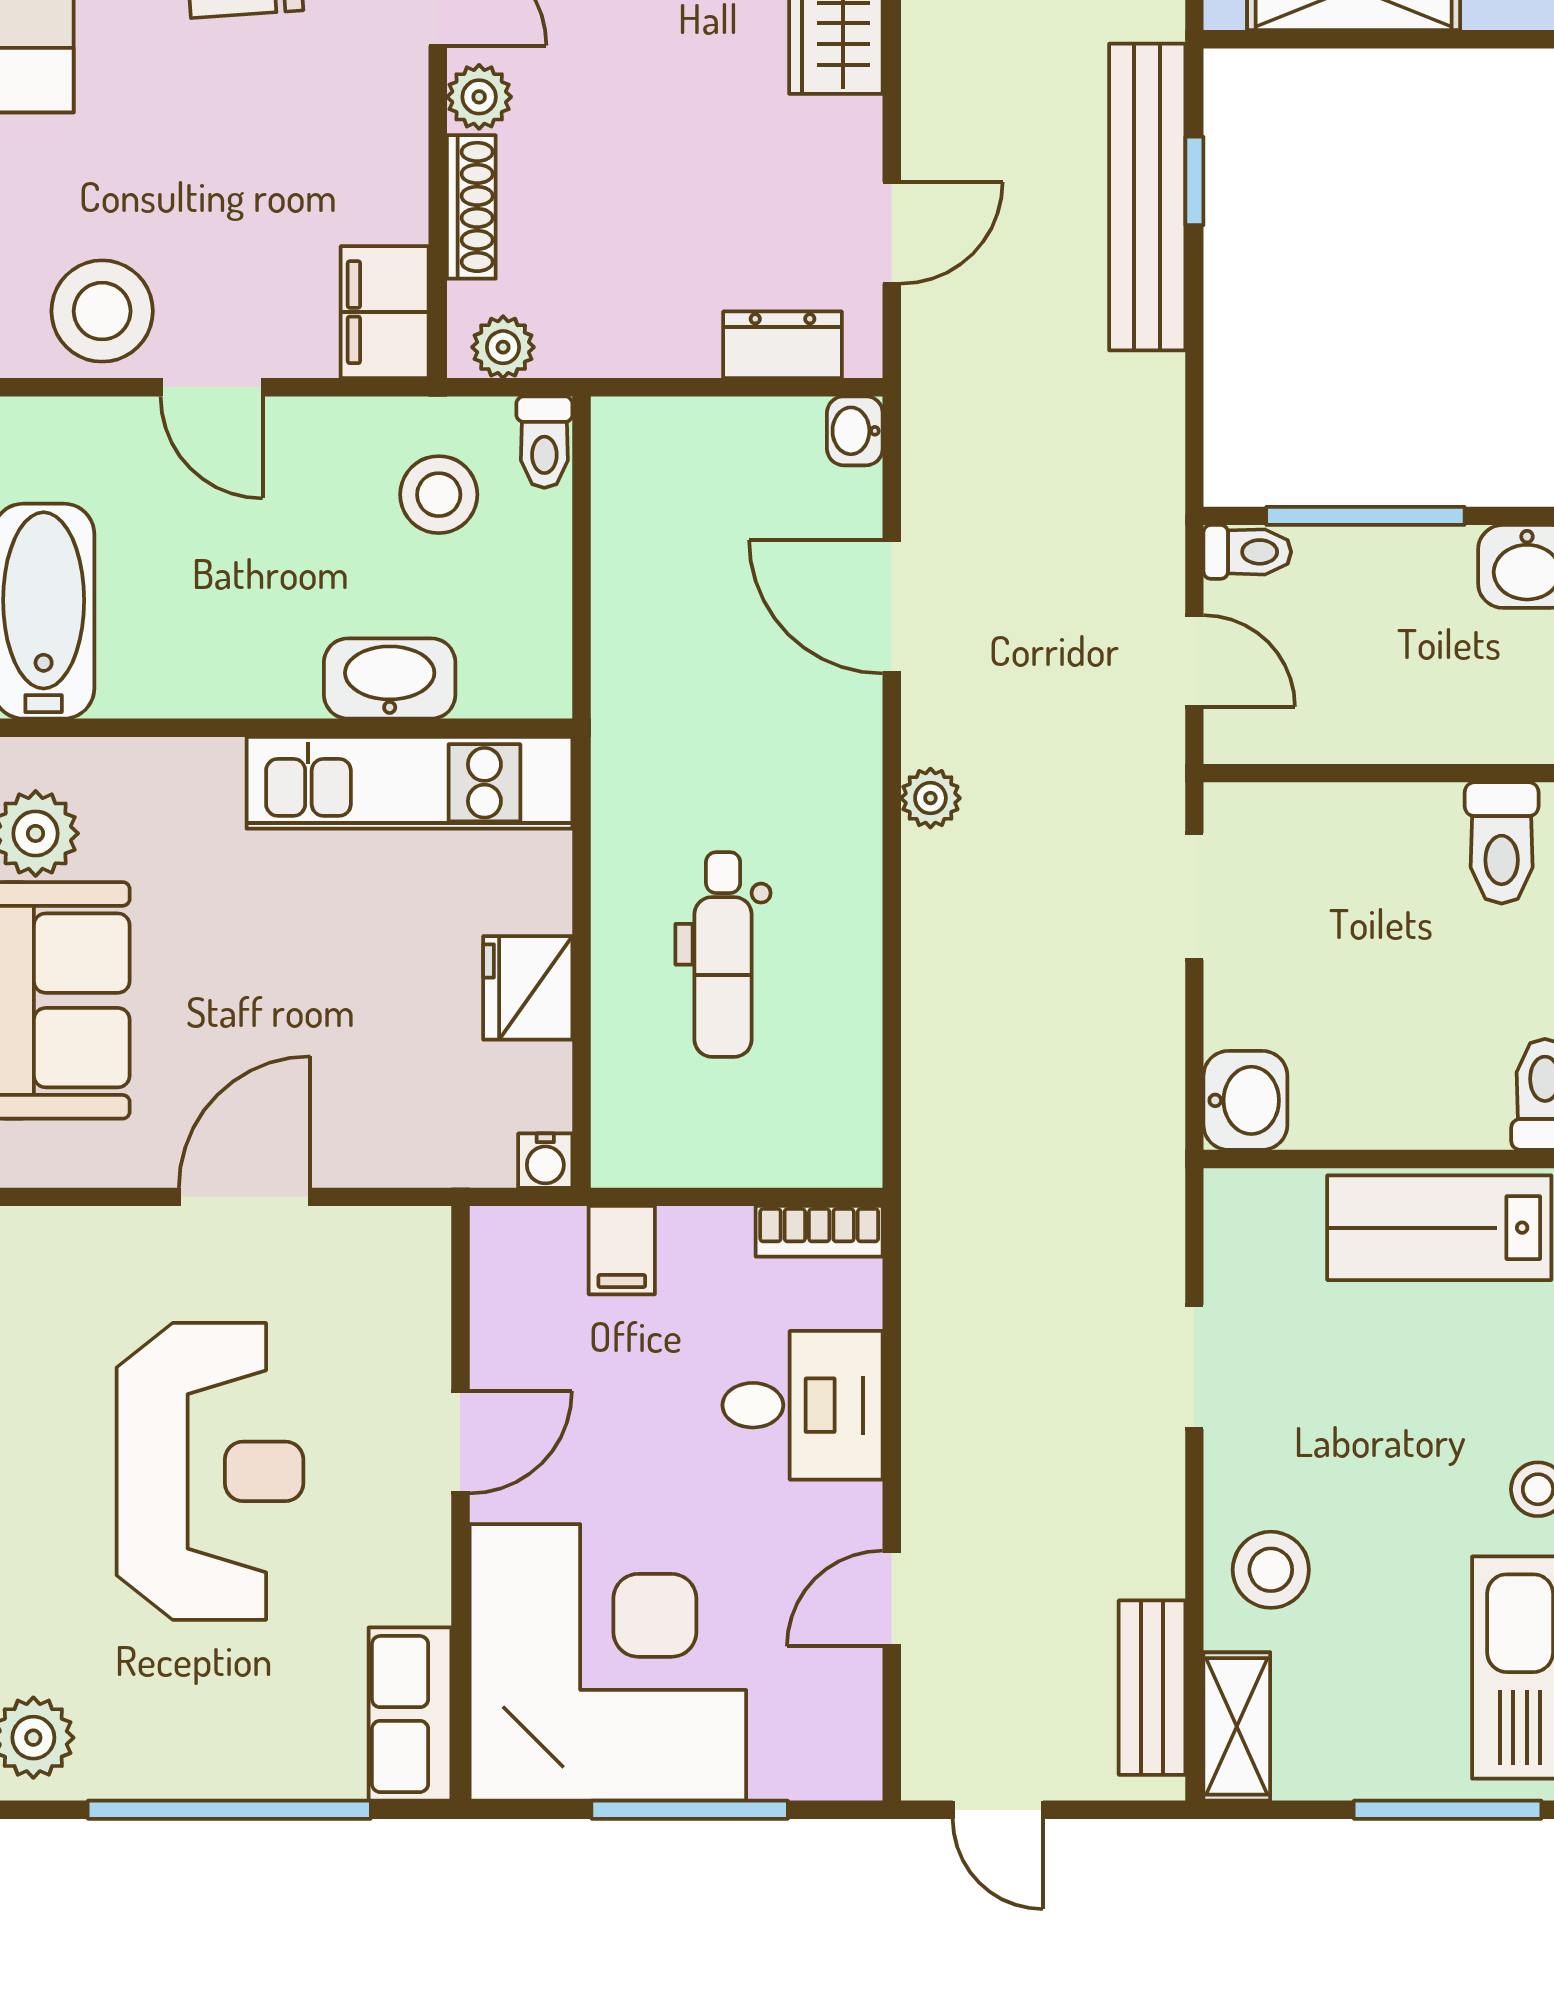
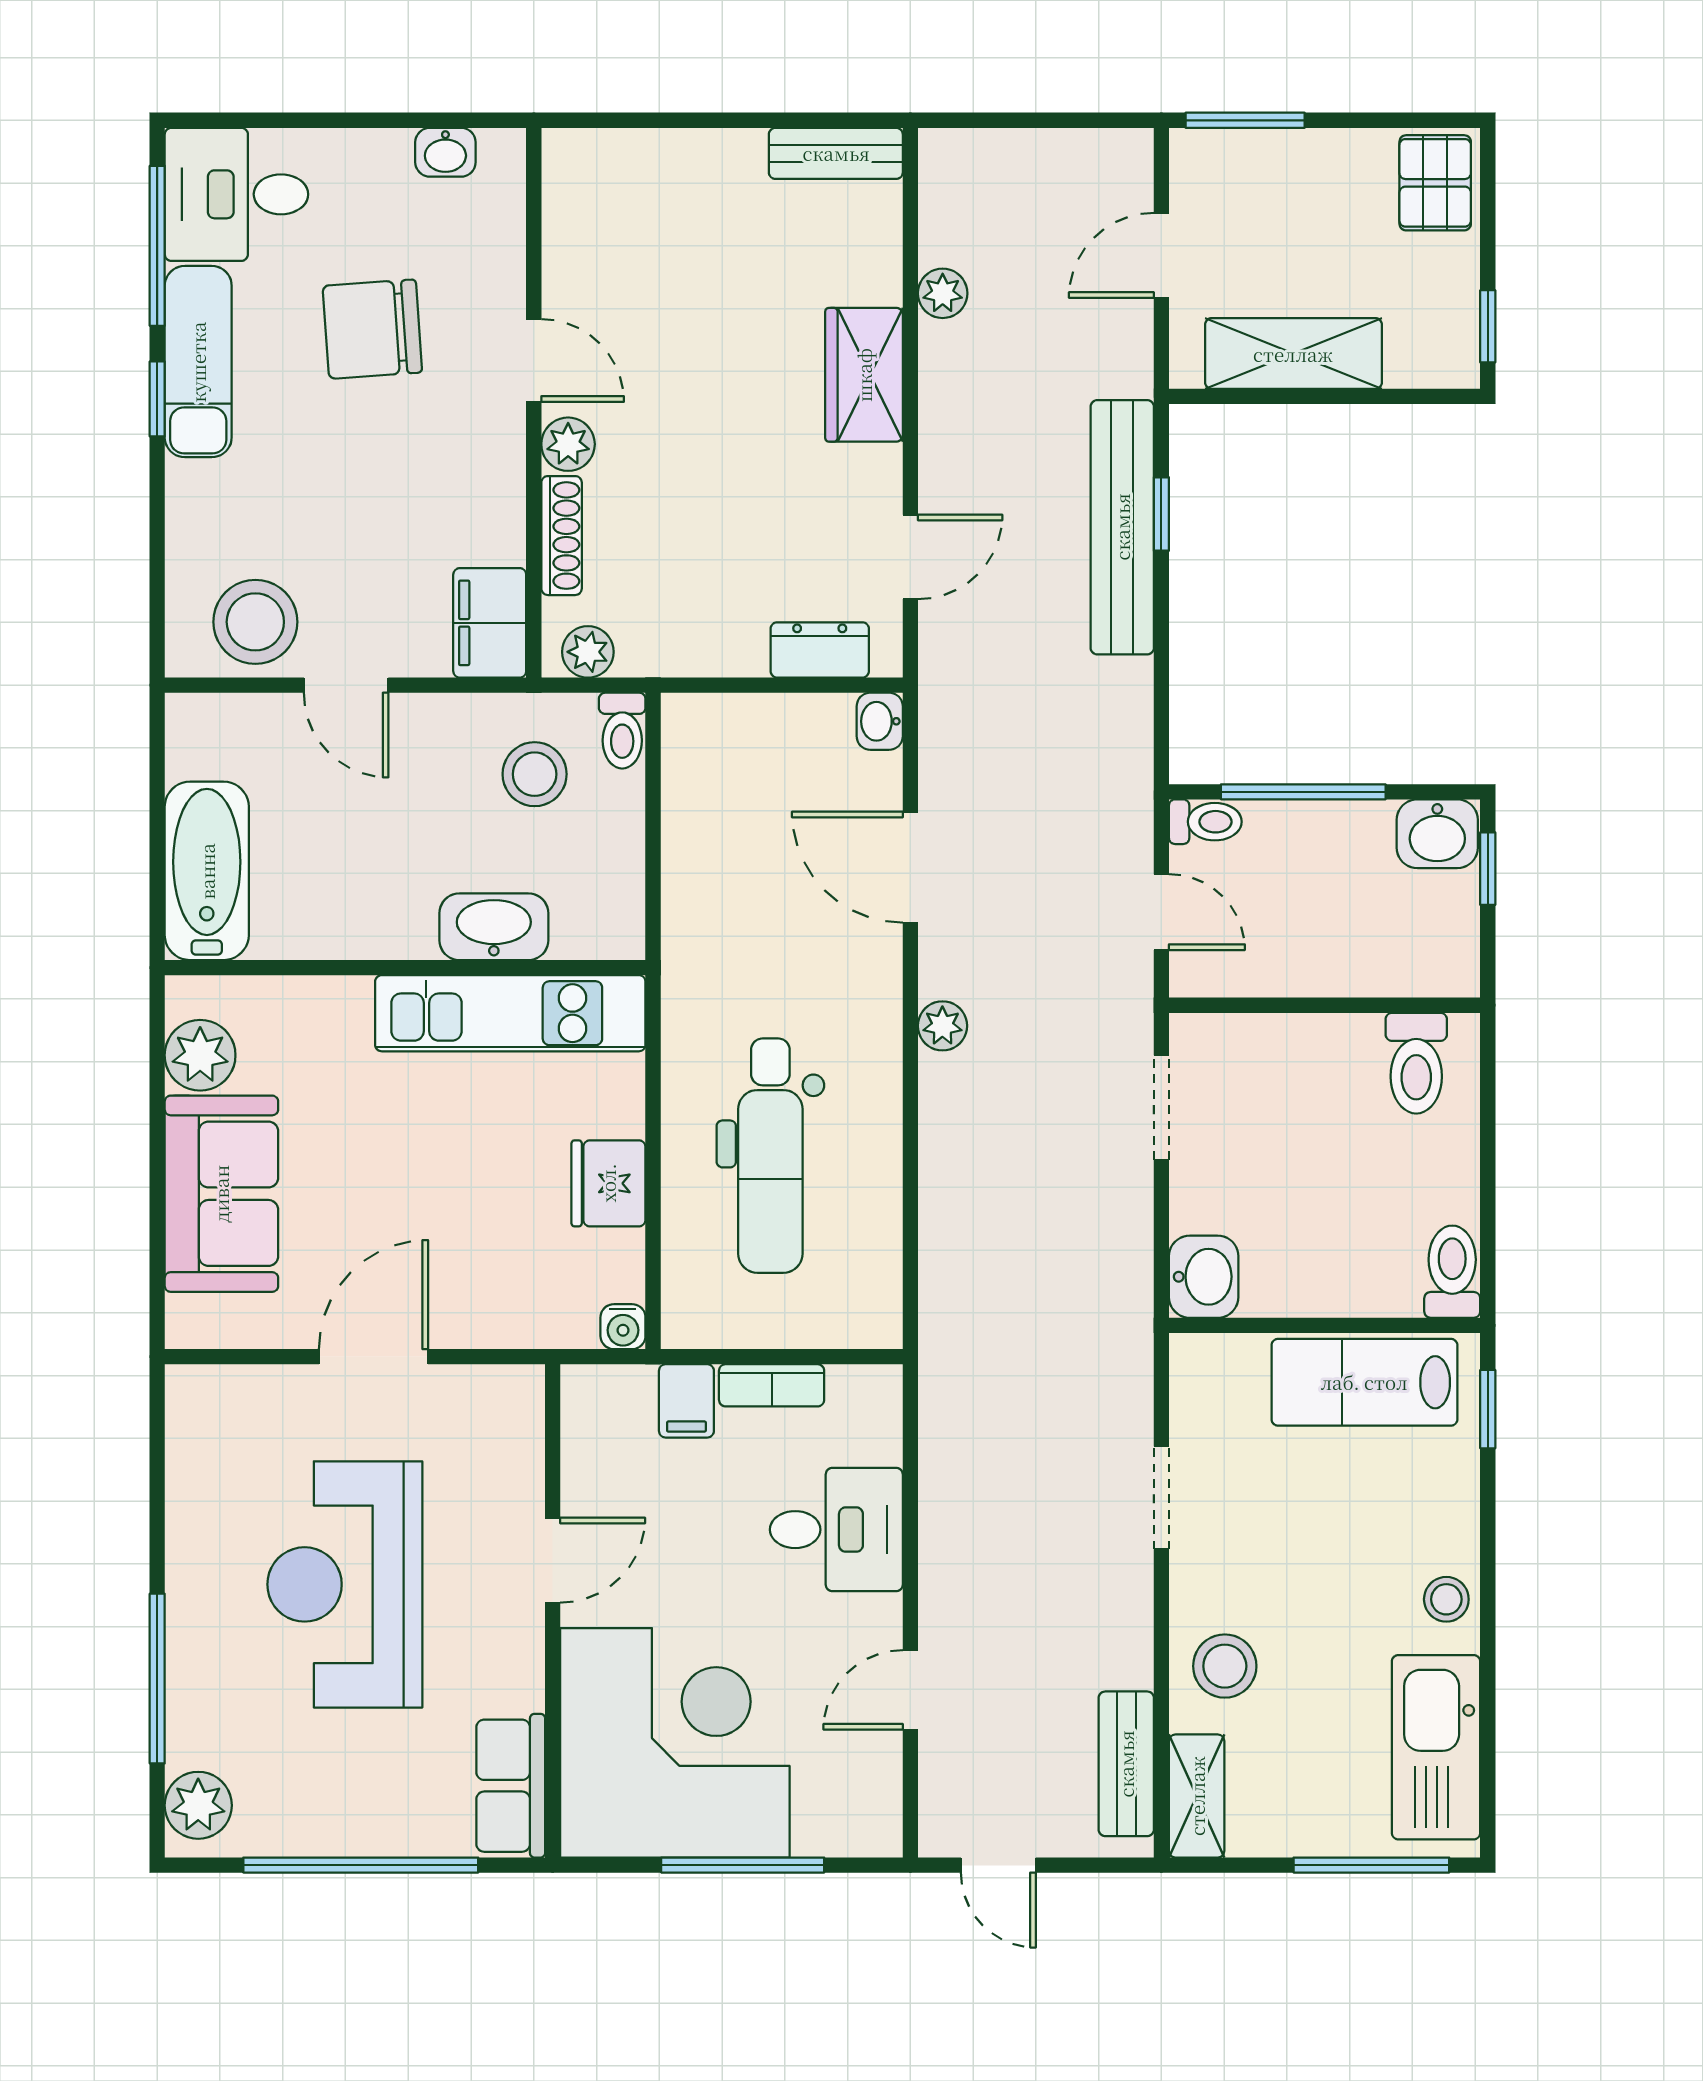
dental chair: (723, 954) -> (770, 1156), width x1.36, depth x1.38
bookcase: (819, 1231) -> (772, 1385), moved
reception desk: (210, 1471) -> (345, 1584), turned 180

